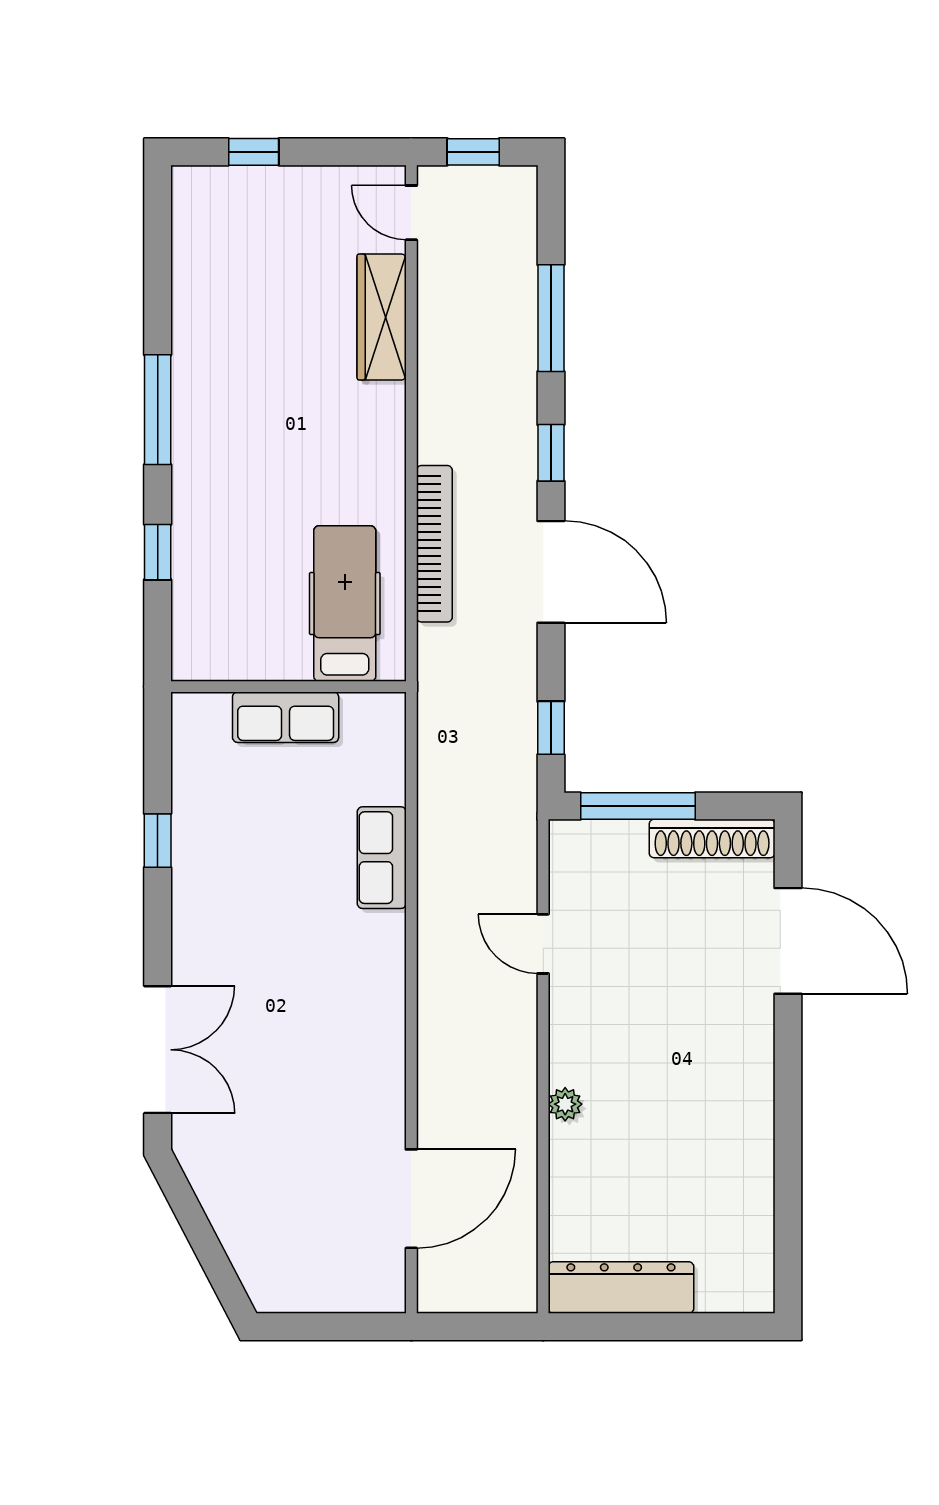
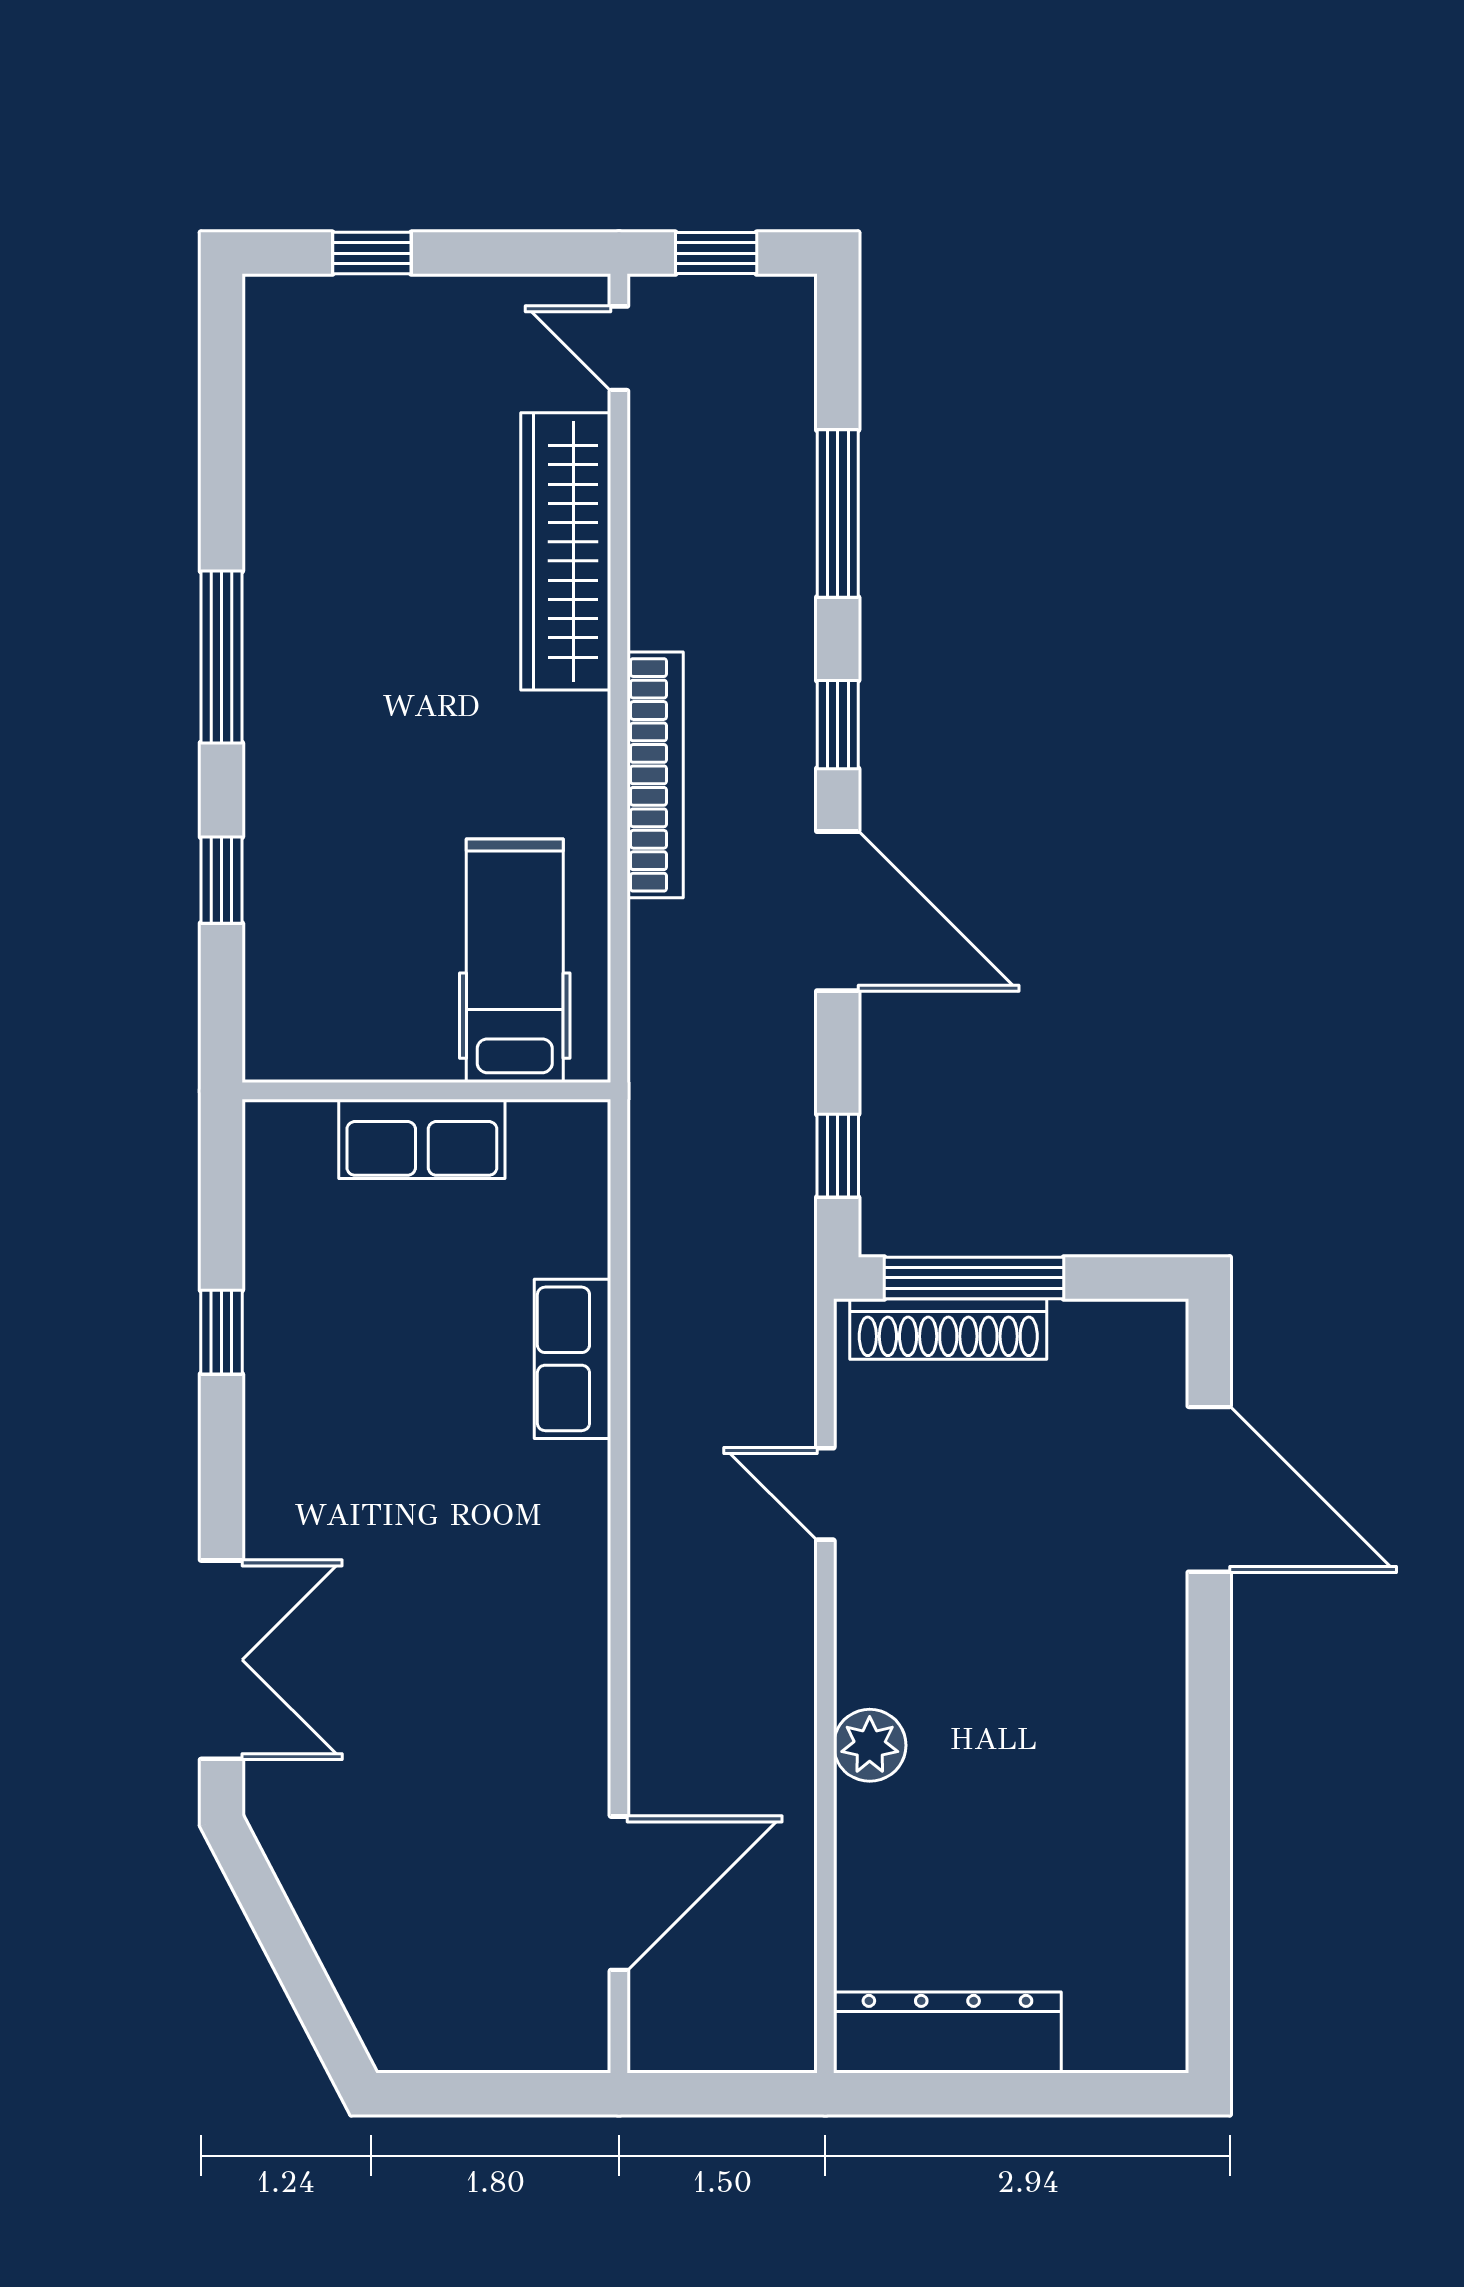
wardrobe: (382, 317) -> (566, 551), width x1.40, depth x1.17
bookcase: (434, 544) -> (655, 775), moved
shoe rack: (712, 839) -> (948, 1329), moved
plant: (565, 1104) -> (870, 1745), width x1.38, depth x1.38

